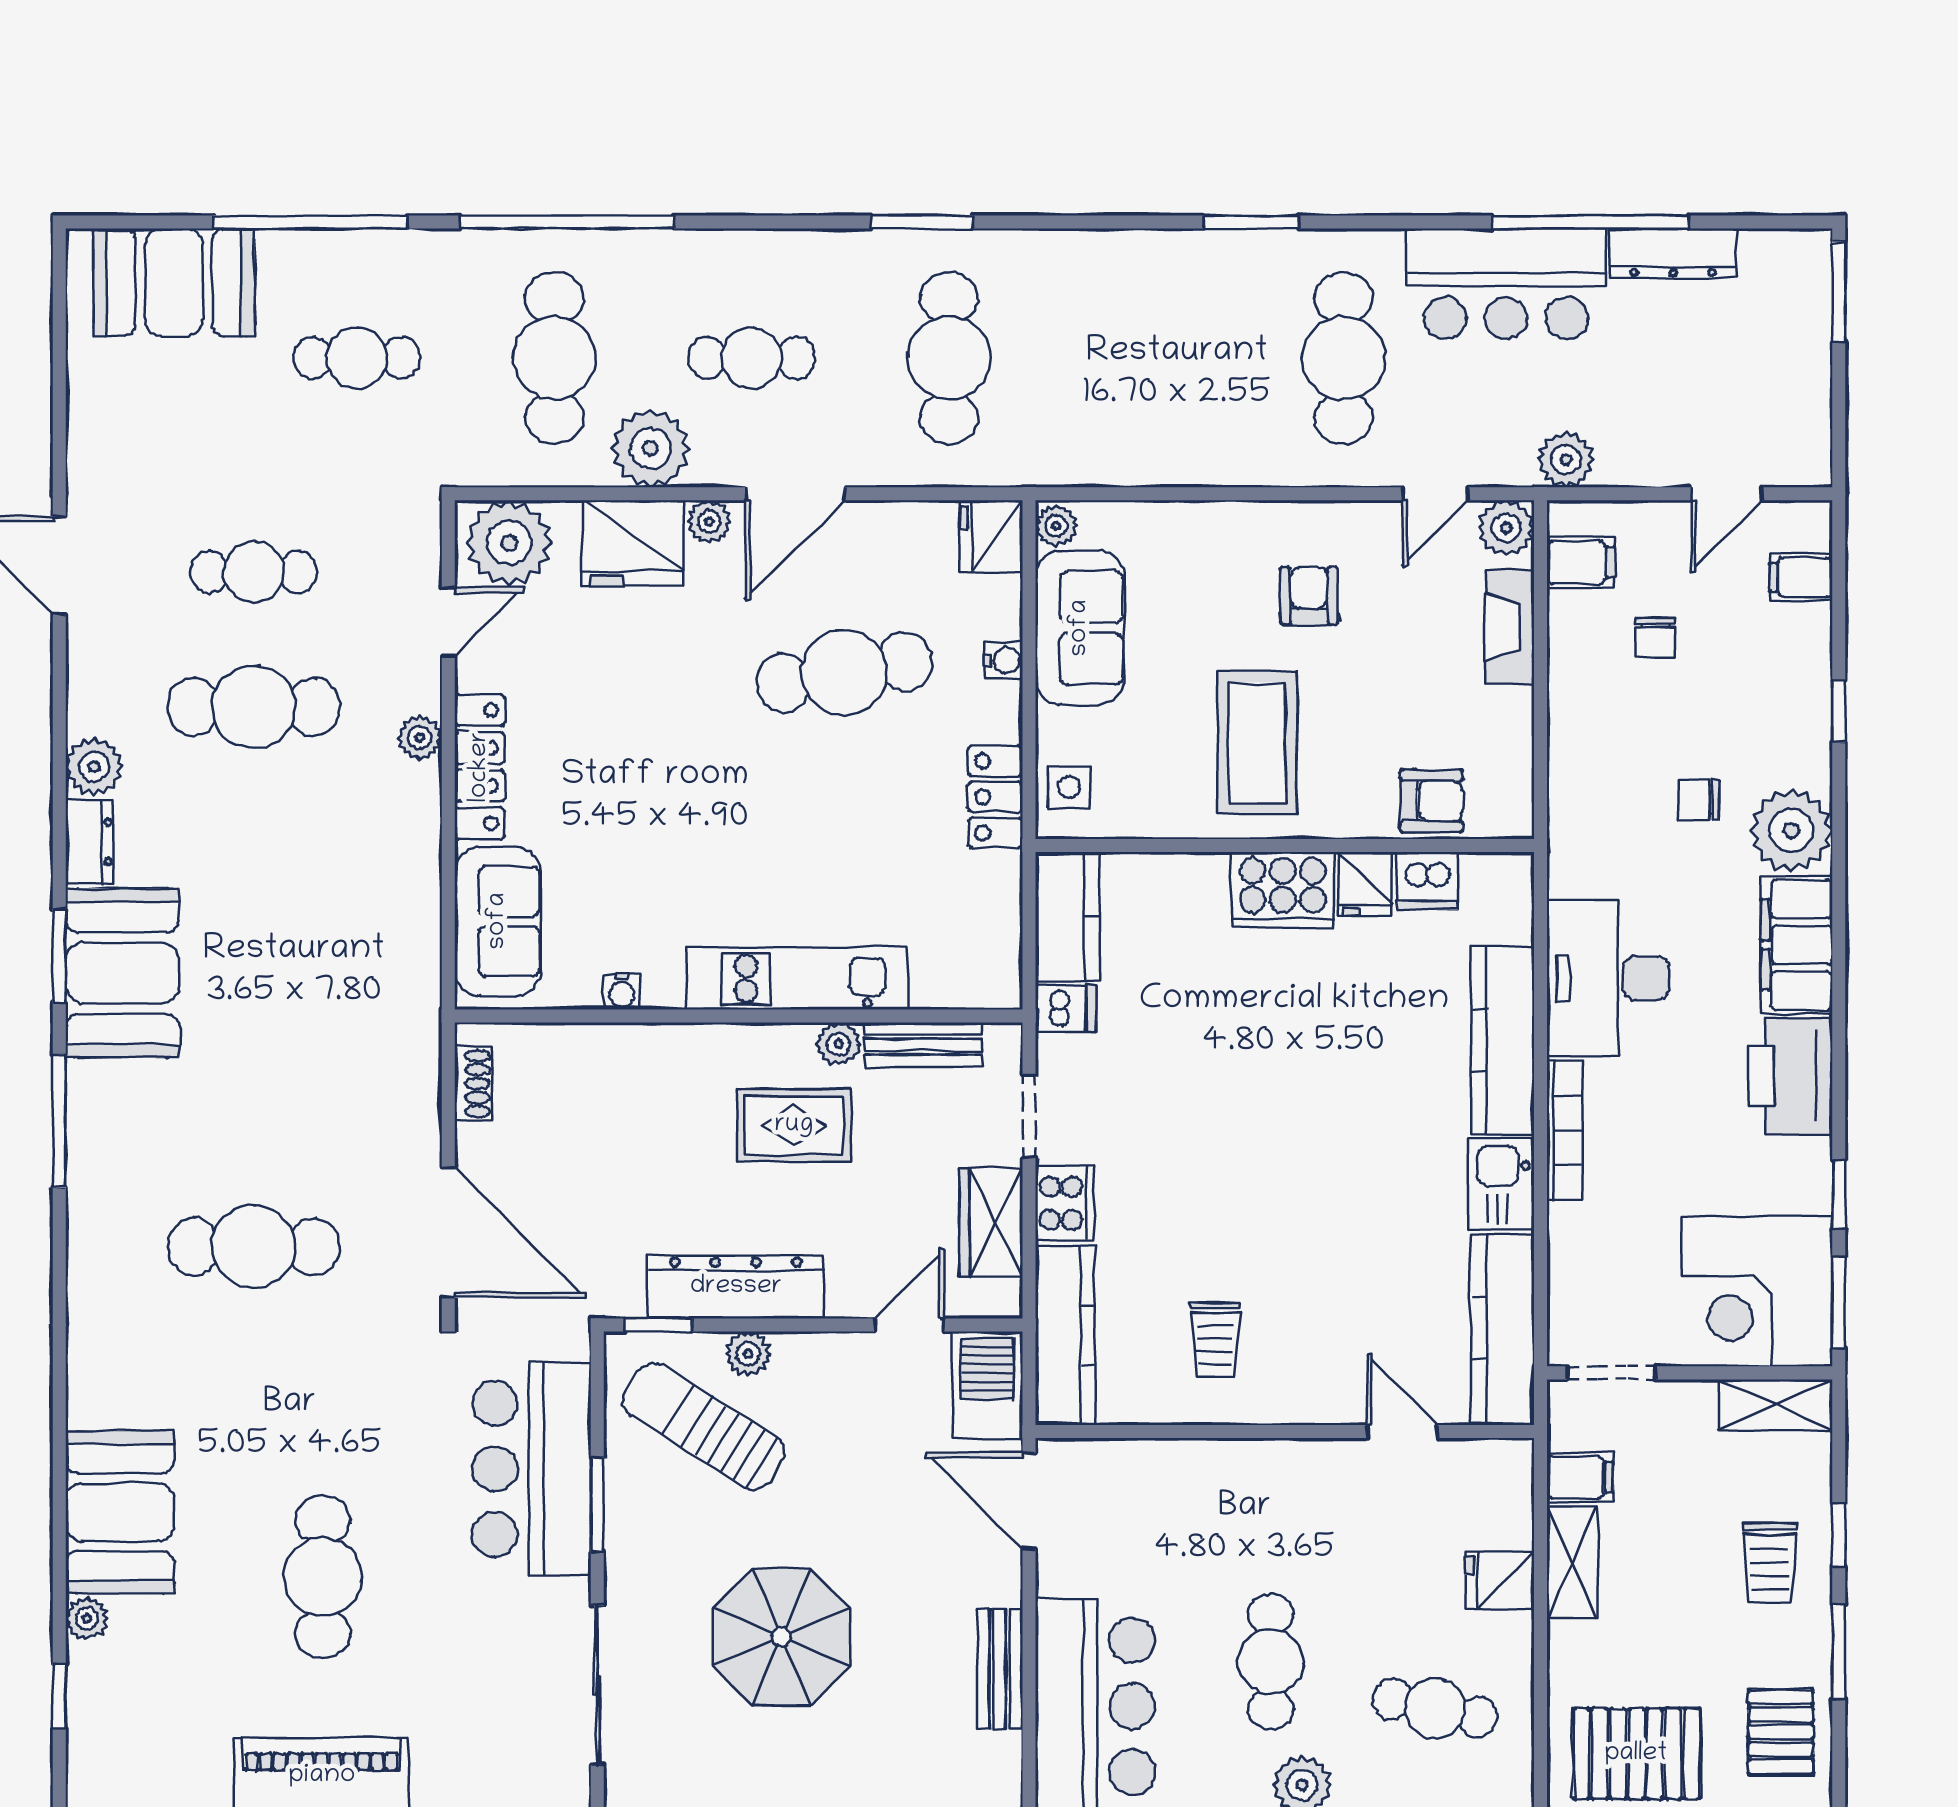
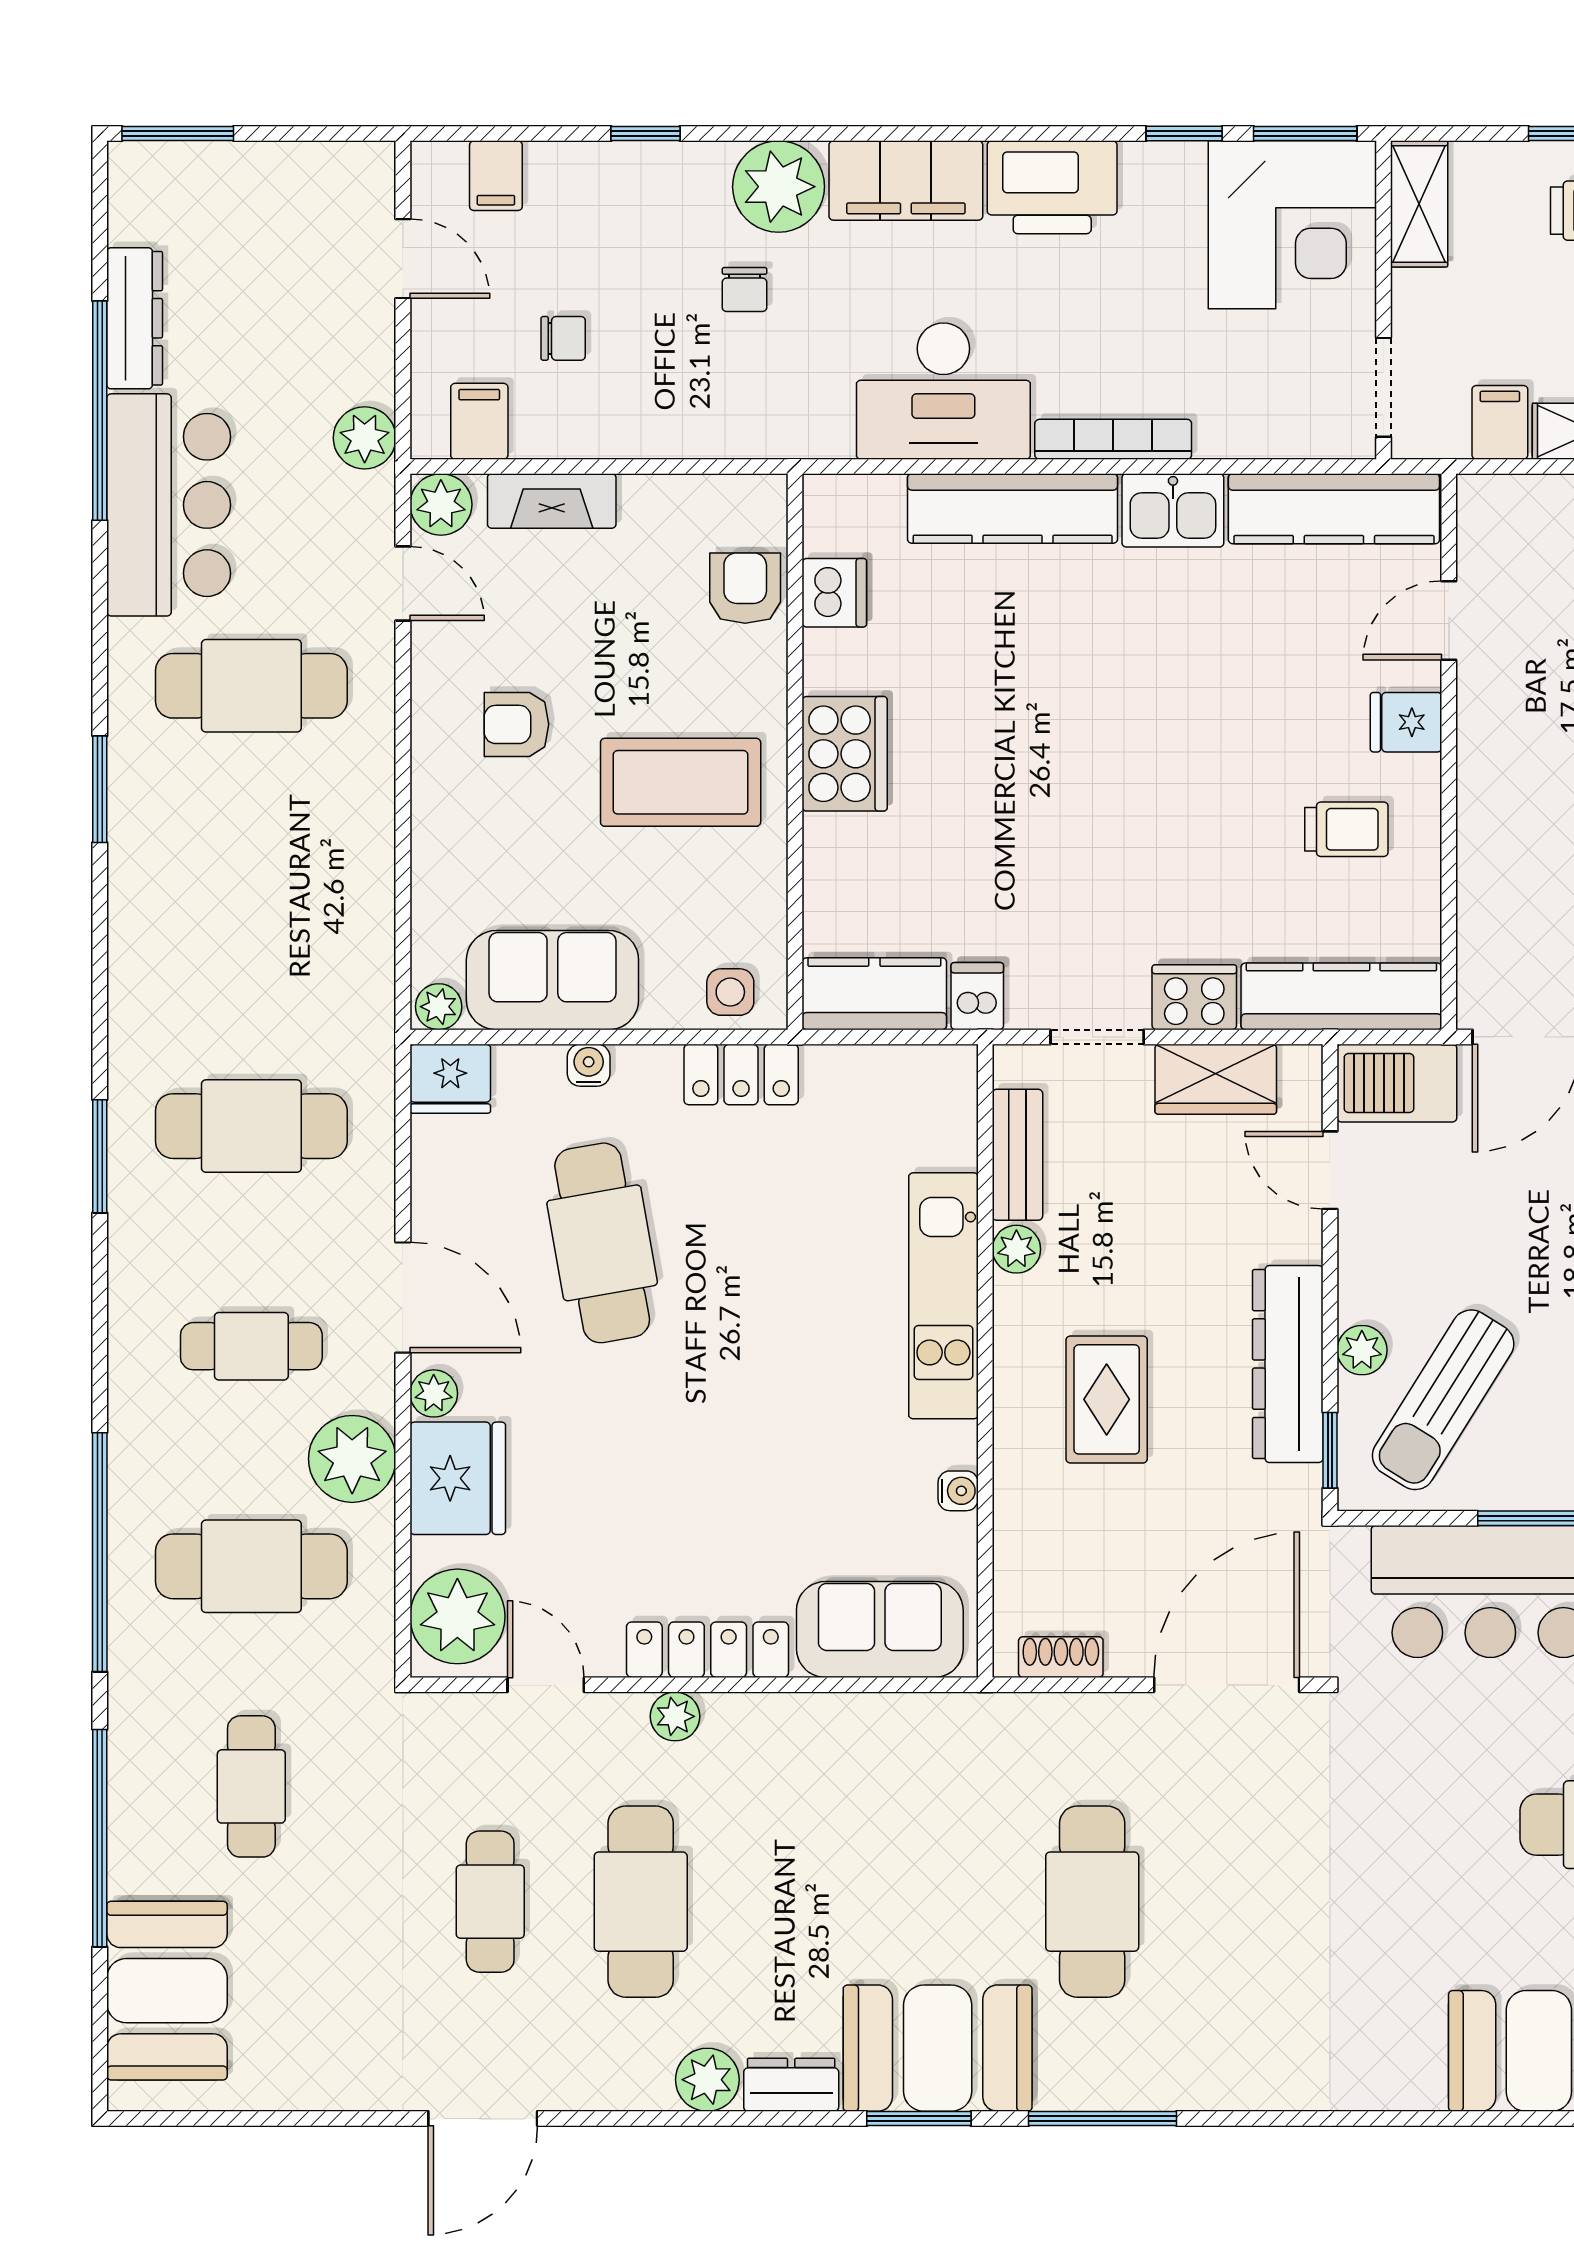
cafe table: (752, 358) -> (251, 1346), turned 90
fridge: (1365, 884) -> (1406, 722), moved, turned 180
rug: (794, 1125) -> (1107, 1399), moved
cafe table: (254, 1247) -> (1092, 1902), moved

